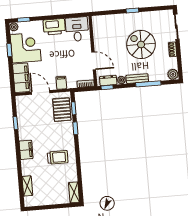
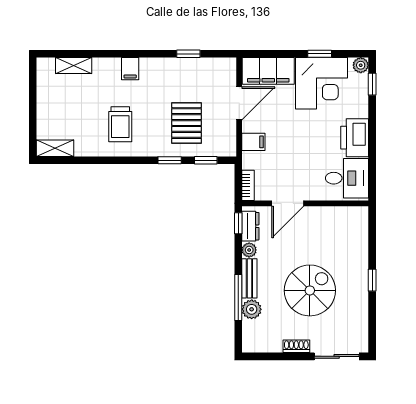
plant: (173, 74) -> (252, 309), moved
pallet: (62, 110) -> (187, 123), moved, turned 90
filing cabinet: (26, 150) -> (130, 69), width x0.50

